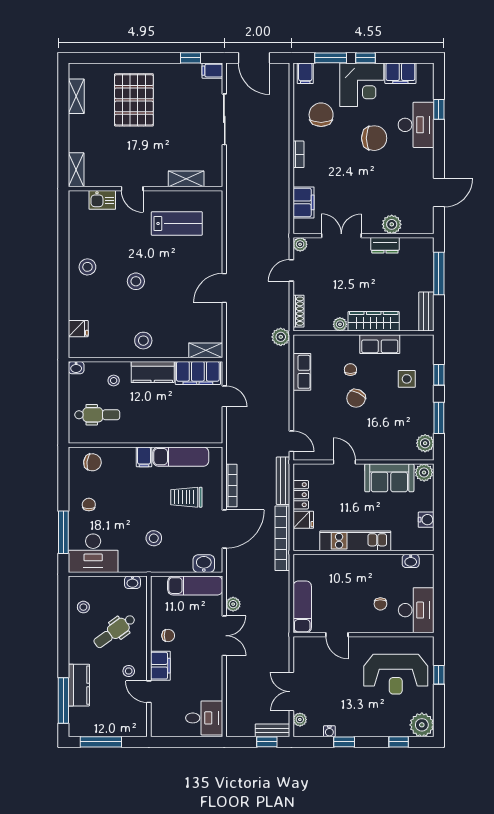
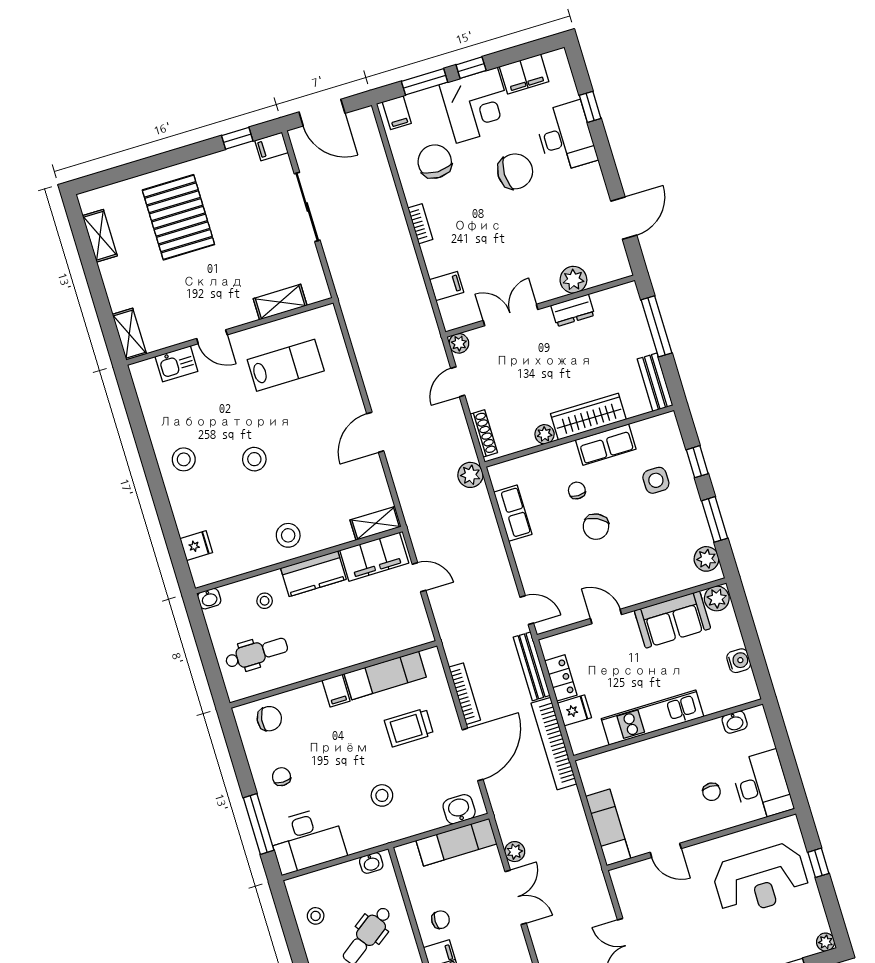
filing cabinet: (304, 202) -> (447, 286), width x0.50
plant: (422, 725) -> (826, 942), width x0.53, depth x0.53

